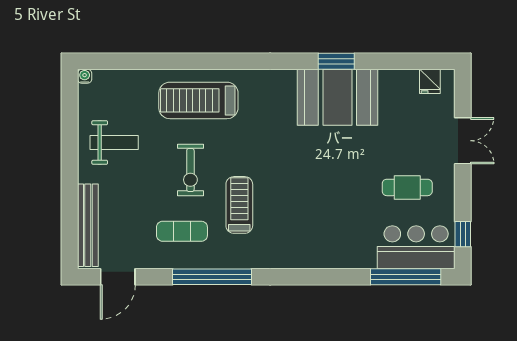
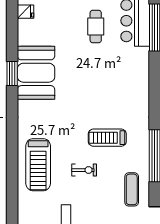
exercise bike: (190, 170) -> (84, 170), width x0.73, depth x0.72
exercise mat: (182, 231) -> (132, 189), moved

